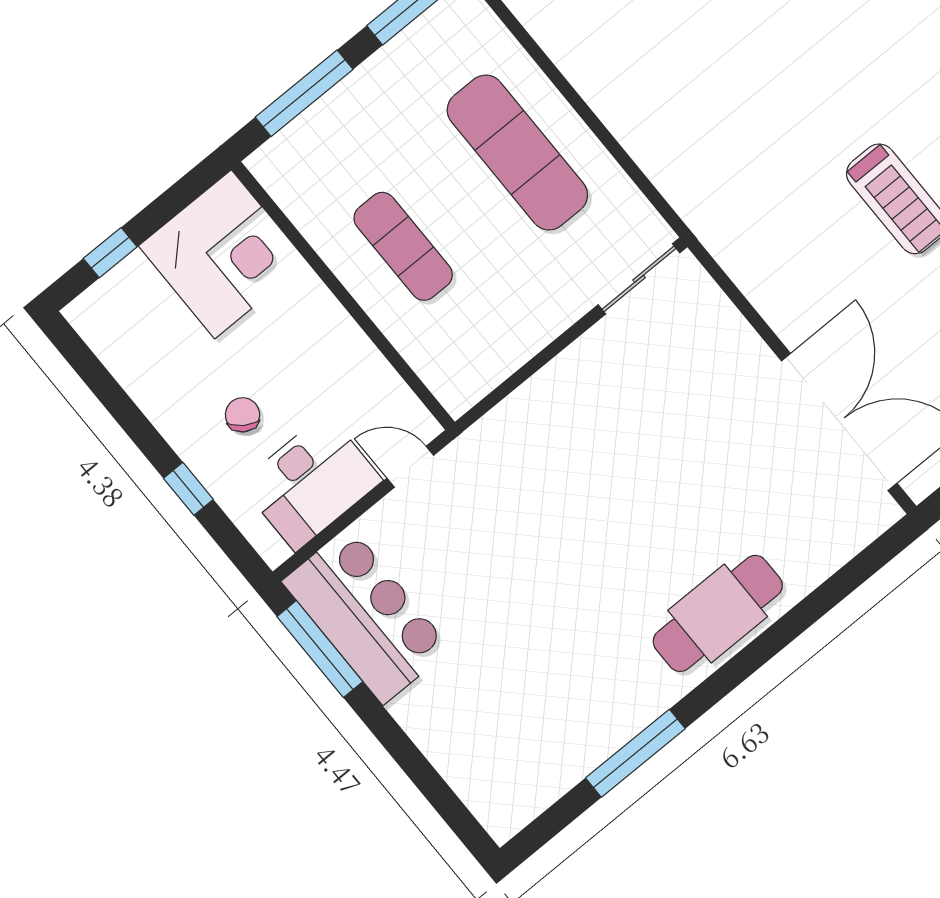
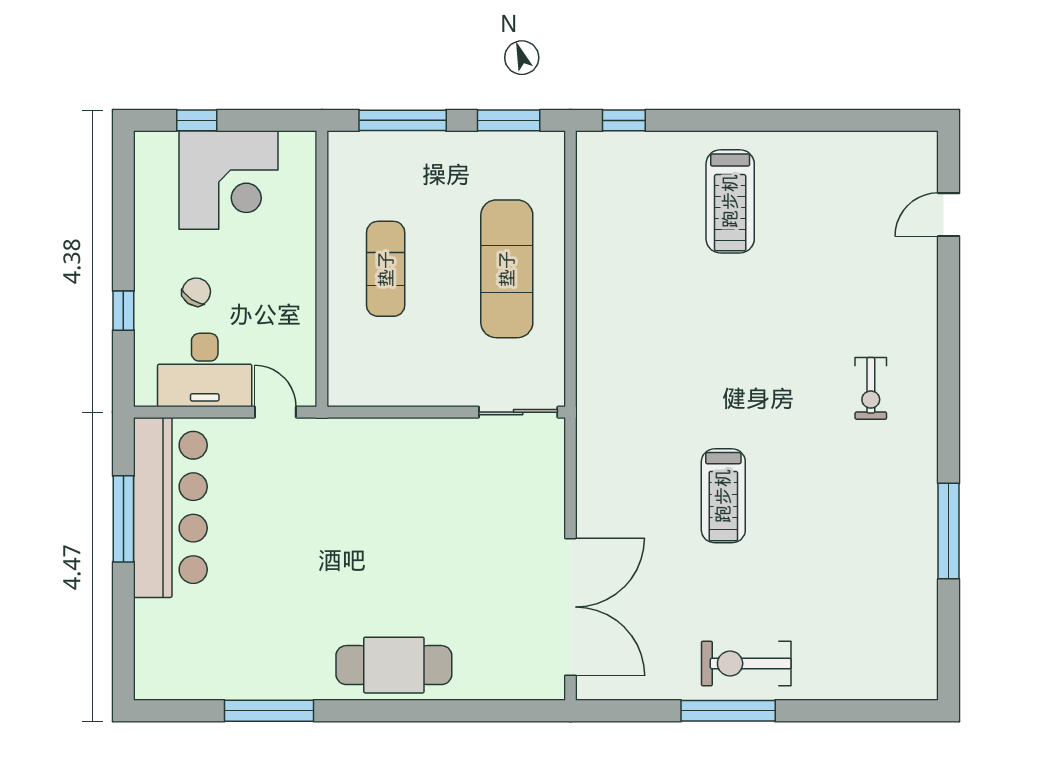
corner desk: (223, 254) -> (228, 180), moved
bar counter: (366, 615) -> (170, 507), width x1.36
window: (320, 649) -> (123, 519), moved

